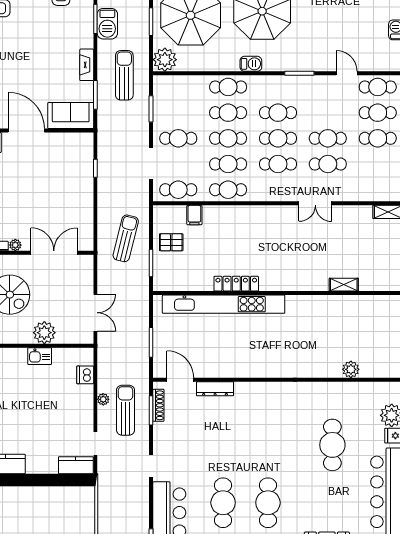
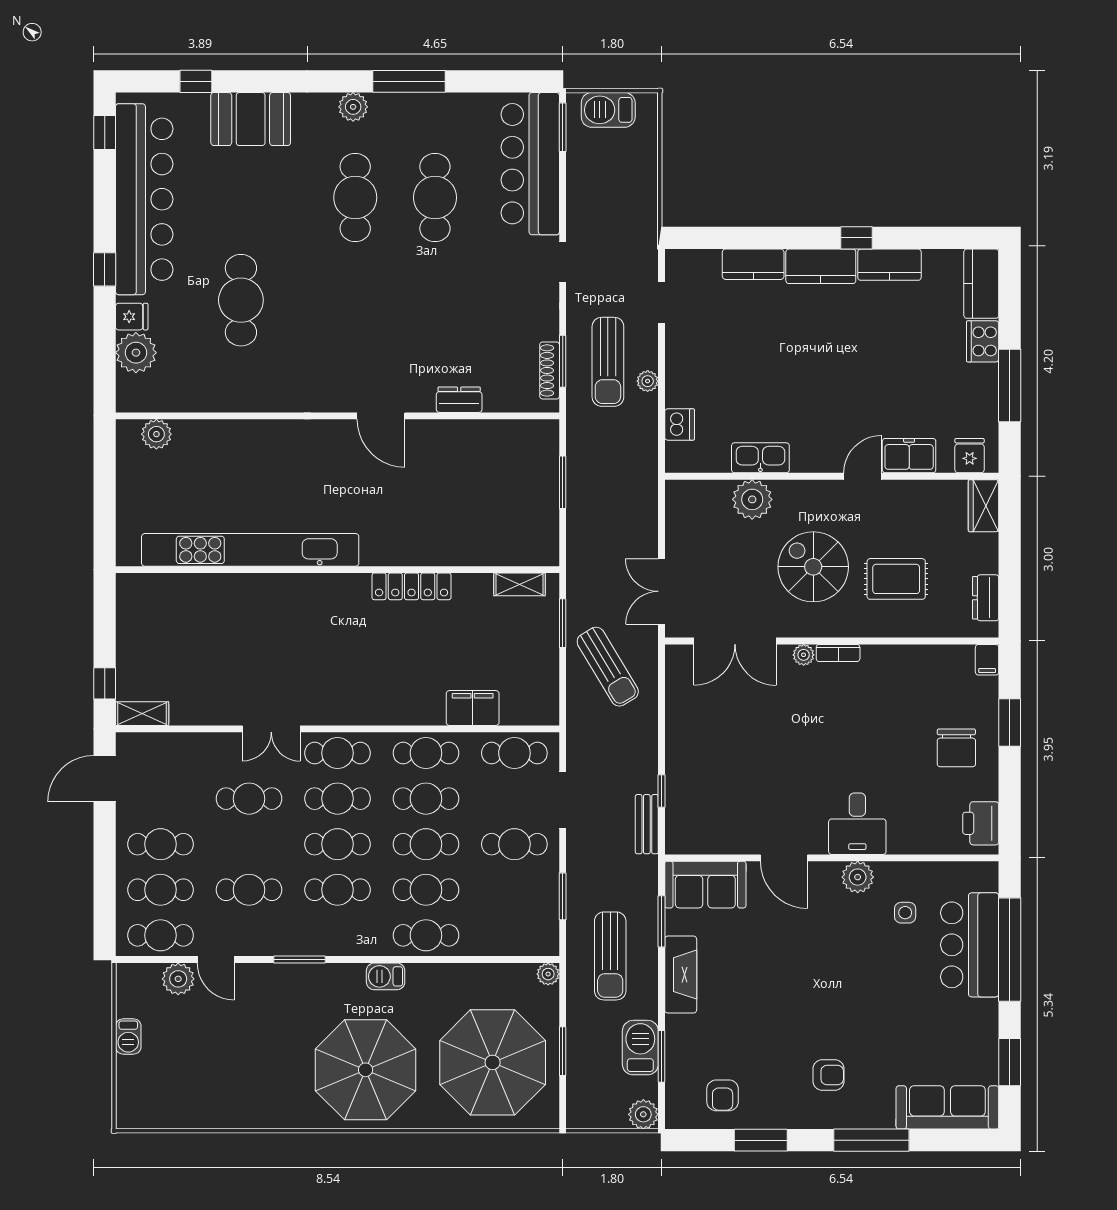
plant: (165, 60) -> (548, 974), width x0.53, depth x0.53
plant: (368, 62) -> (178, 979), added
fireplace: (87, 65) -> (681, 975), width x1.37, depth x1.32
door: (26, 131) -> (784, 858), width x0.73
cafe table: (328, 138) -> (249, 890), moved
bench: (104, 150) -> (647, 824), added
cafe table: (278, 190) -> (337, 753), added
double door: (315, 203) -> (271, 729), swing flipped
filing cabinet: (194, 215) -> (473, 708), width x2.00
sun lounger: (126, 238) -> (608, 667), turned -45
pallet: (171, 242) -> (527, 660), removed
shelving: (344, 285) -> (519, 584), moved
kitchen unit: (224, 304) -> (250, 550), moved
double door: (95, 313) -> (661, 591), moved
kitchen sink: (40, 356) -> (760, 458), width x1.38
plant: (351, 369) -> (156, 434), moved
door: (180, 380) -> (381, 416), moved
dresser: (215, 389) -> (459, 400), width x0.70
kitchen counter: (76, 465) -> (753, 264), moved

